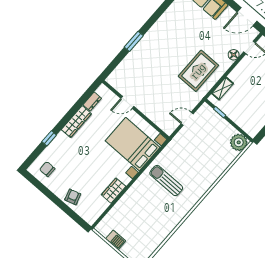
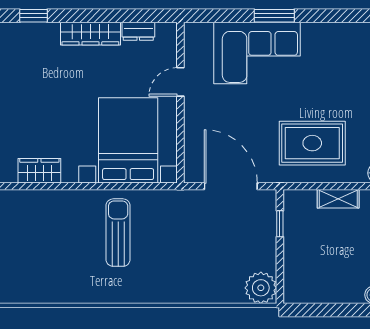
corner sofa: (143, 61) -> (257, 53), added
shelving: (223, 88) -> (338, 199), moved
door: (127, 102) -> (180, 82), hinge flipped
door: (187, 119) -> (231, 186), width x1.87

